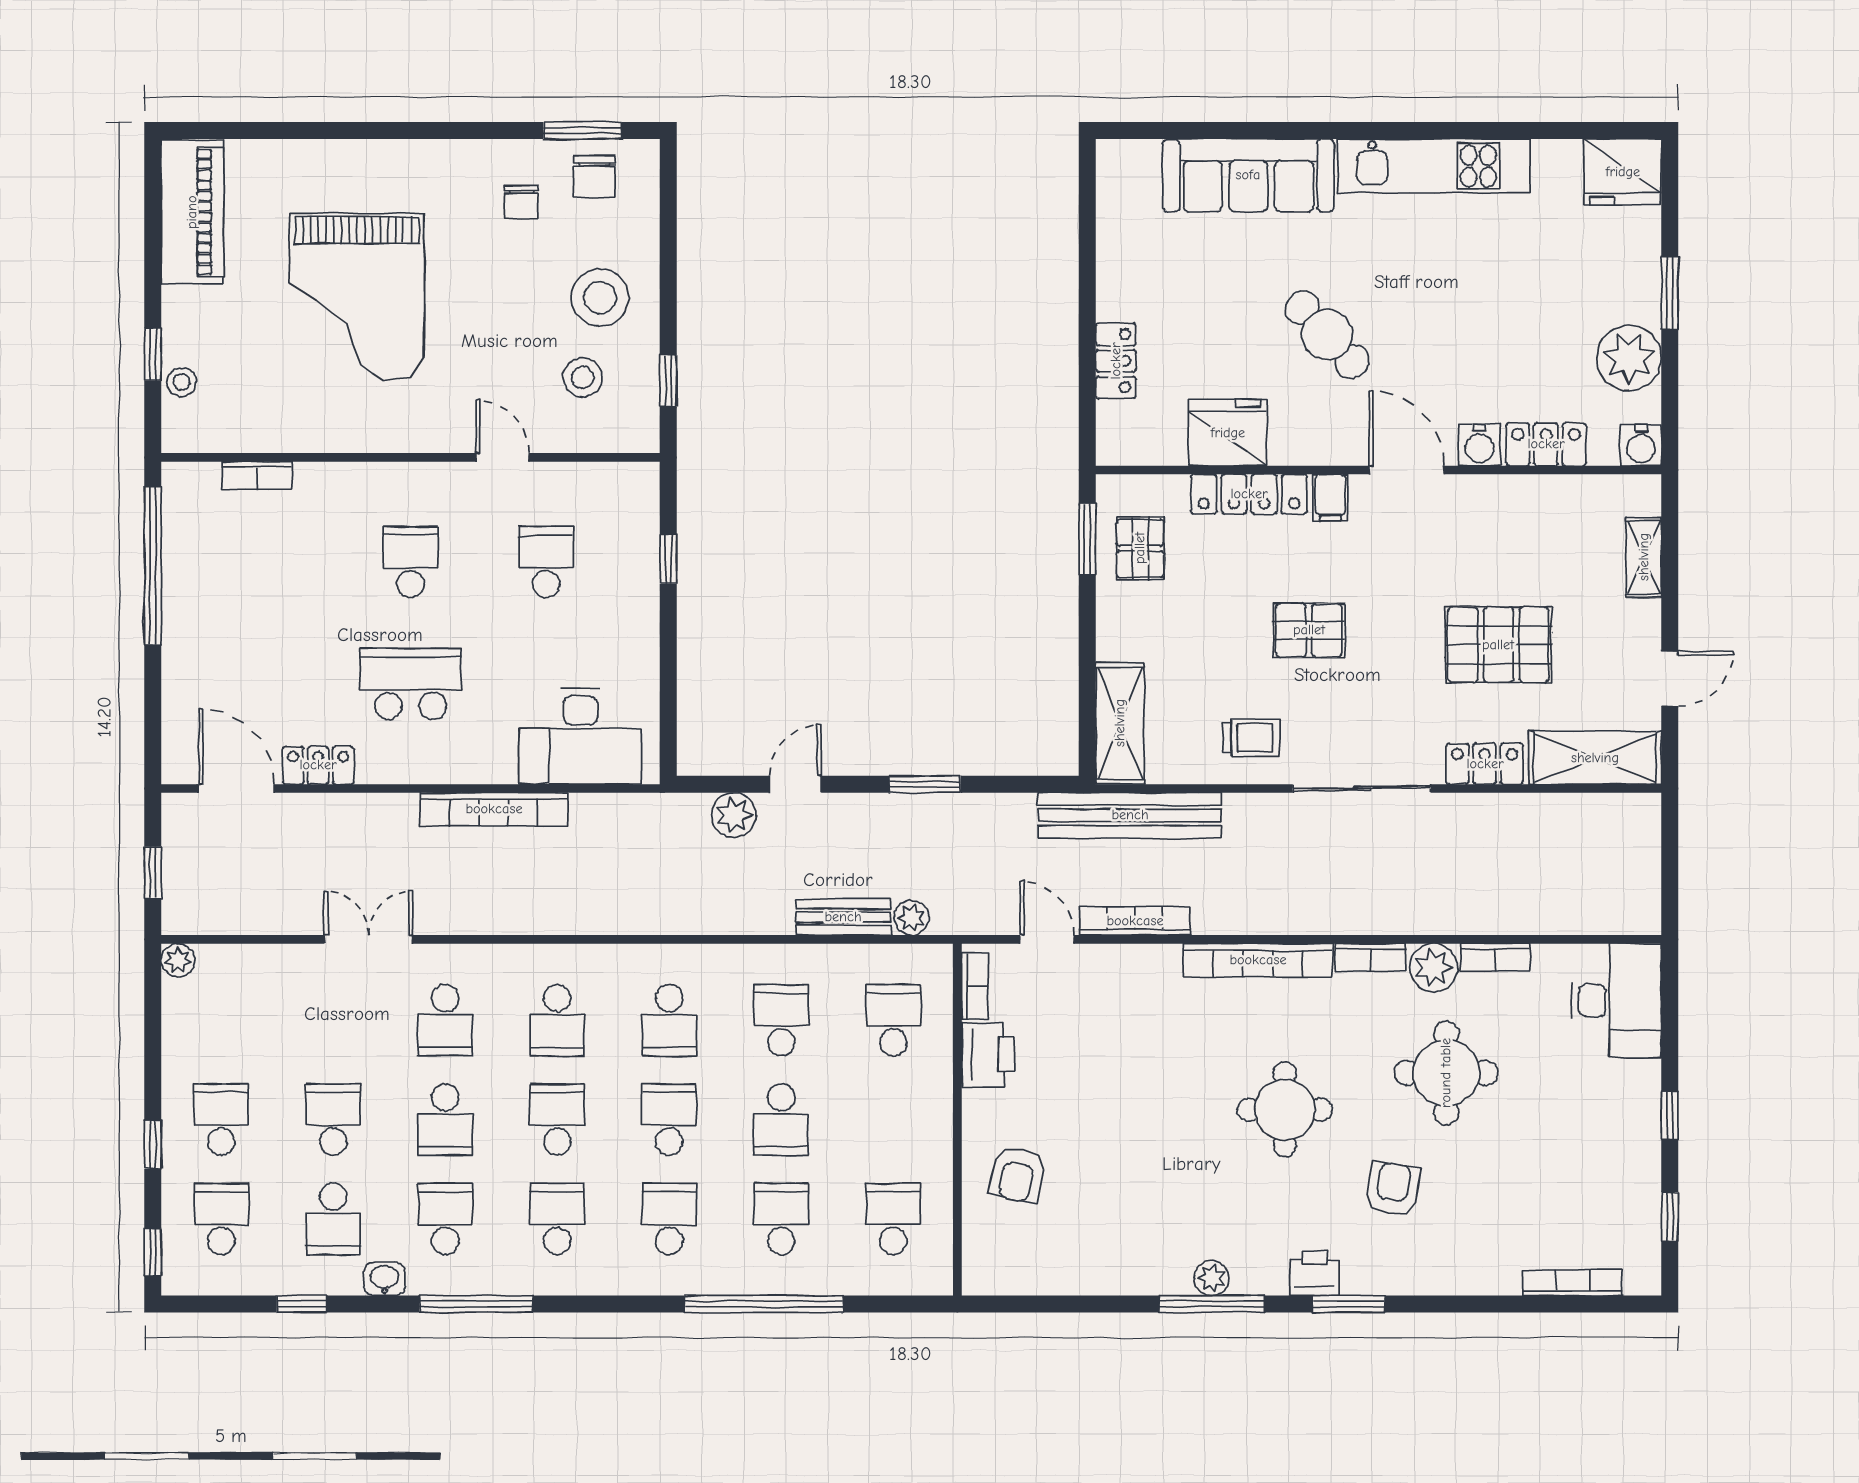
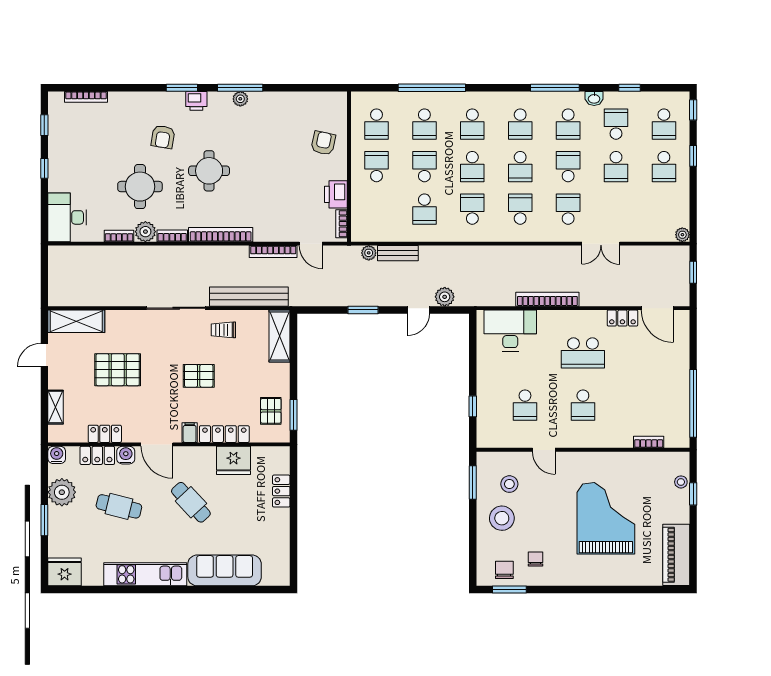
cafe table: (1496, 325) -> (119, 506), added
window: (668, 381) -> (473, 483), width x1.50
locker: (1485, 764) -> (105, 434), moved, turned 180
bench: (1130, 815) -> (249, 297), moved
school desk: (893, 1020) -> (377, 167), moved, turned 180

